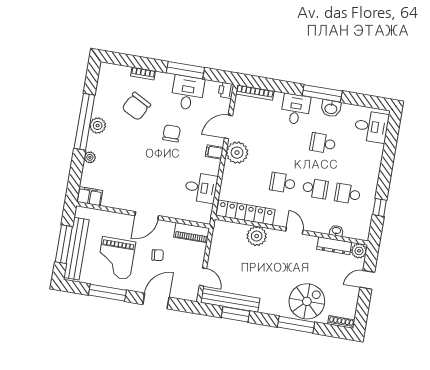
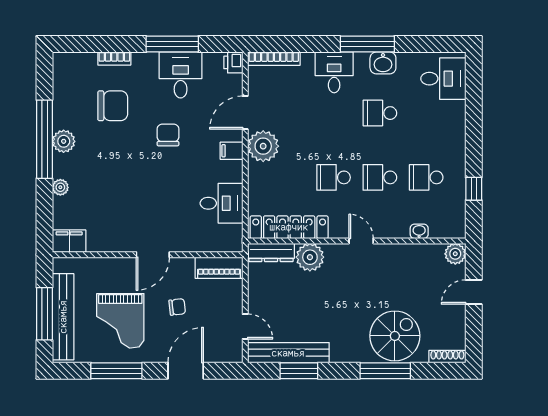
chair: (136, 106) -> (113, 106), turned -118
school desk: (315, 188) -> (380, 177), turned 180
dresser: (334, 246) -> (271, 252), moved

